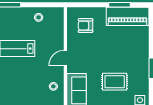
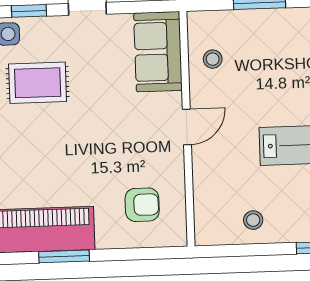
rug: (115, 82) -> (38, 83), moved

